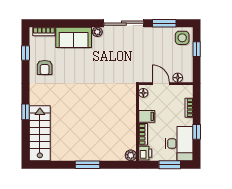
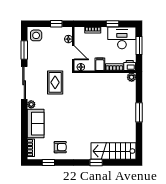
window: (197, 49) -> (56, 24), moved
rug: (124, 61) -> (55, 82), added
door: (161, 84) -> (73, 53), swing flipped

